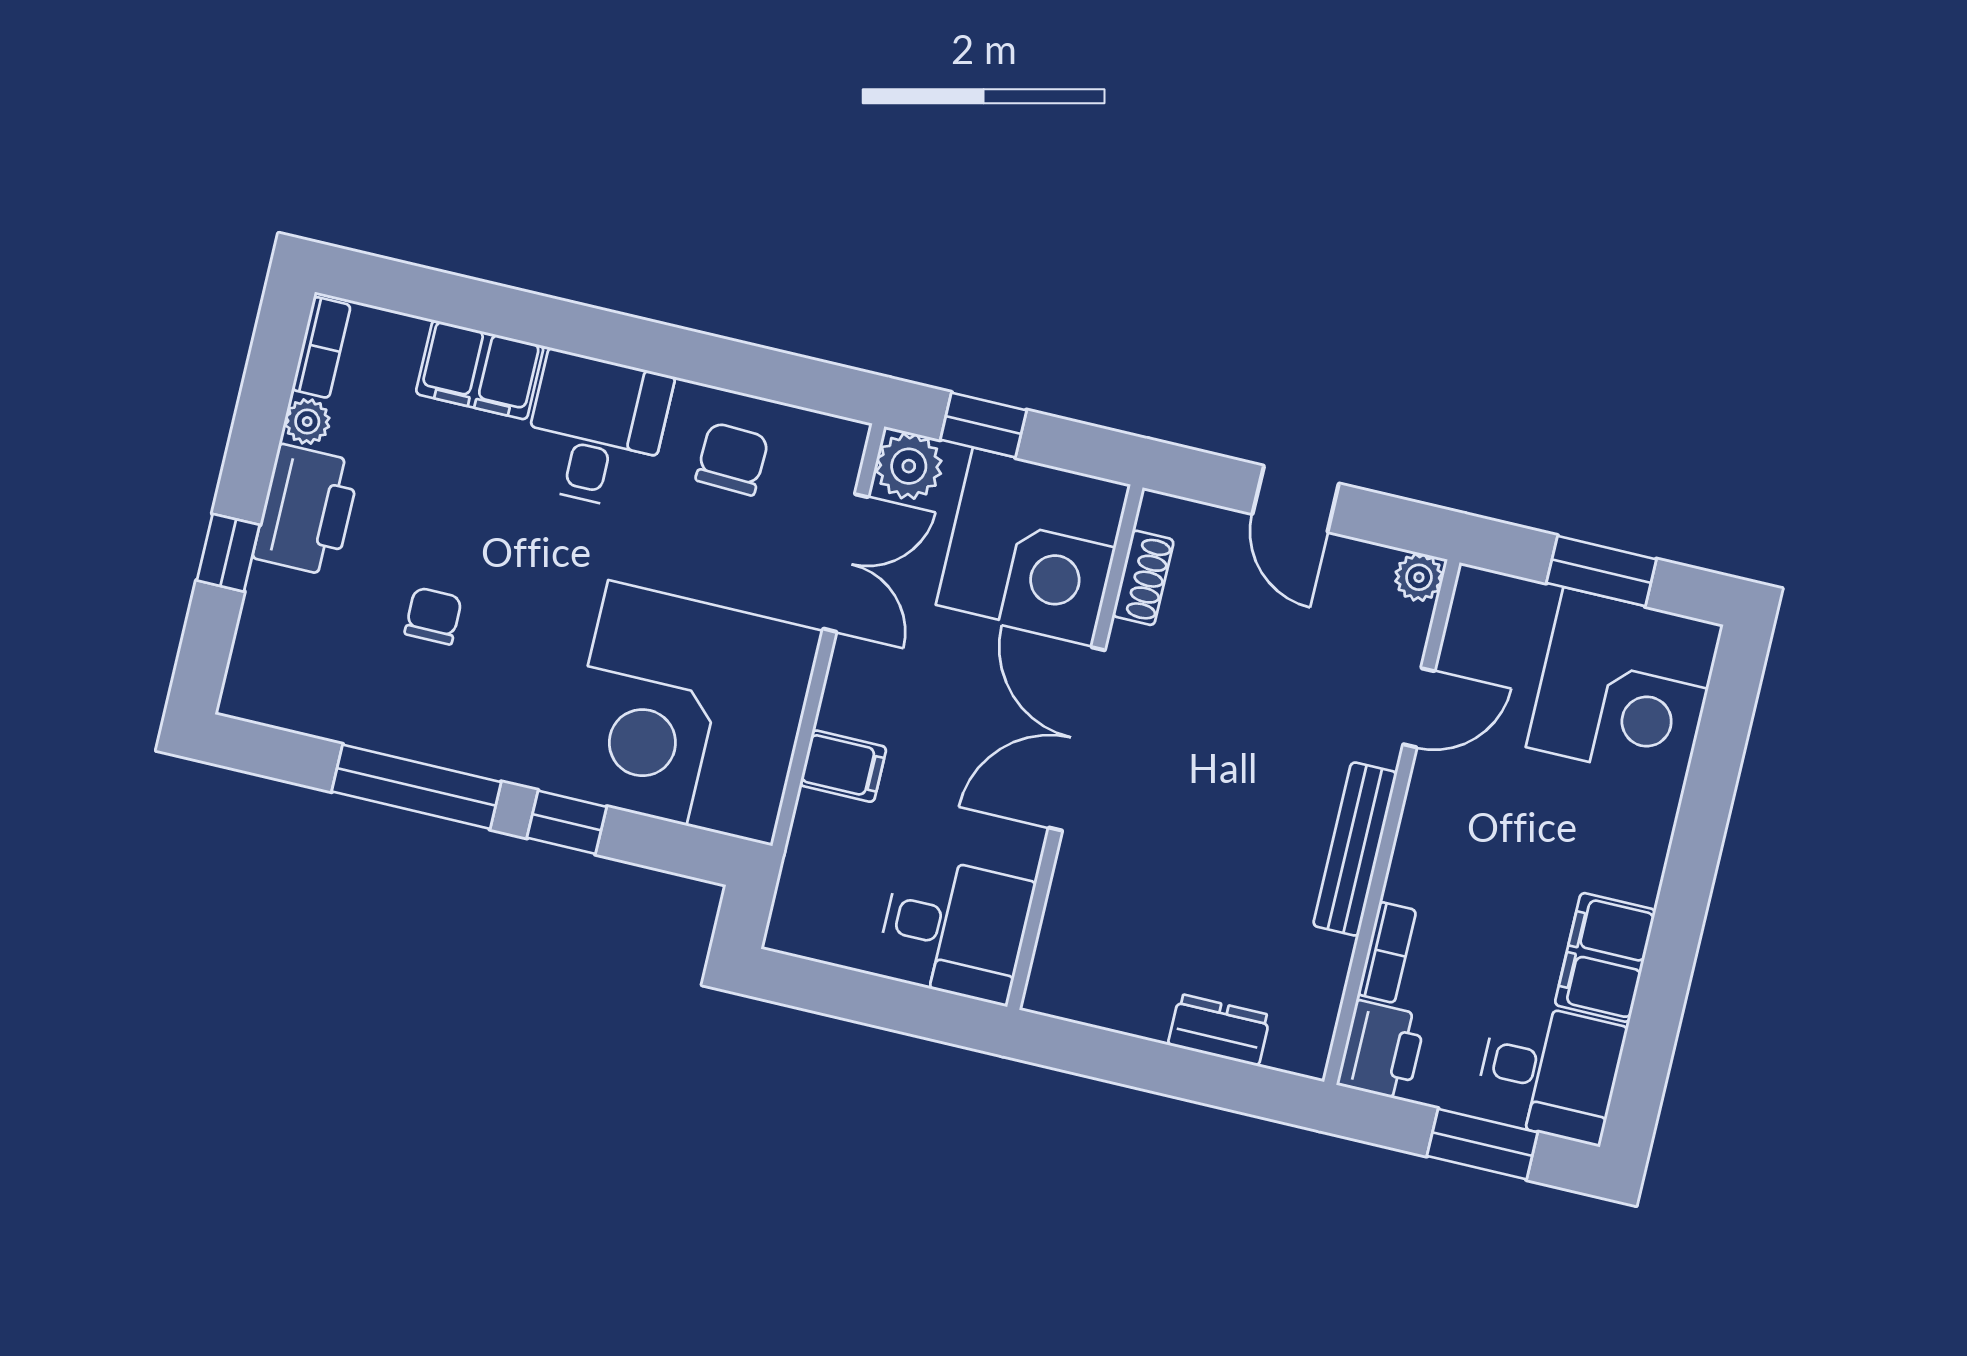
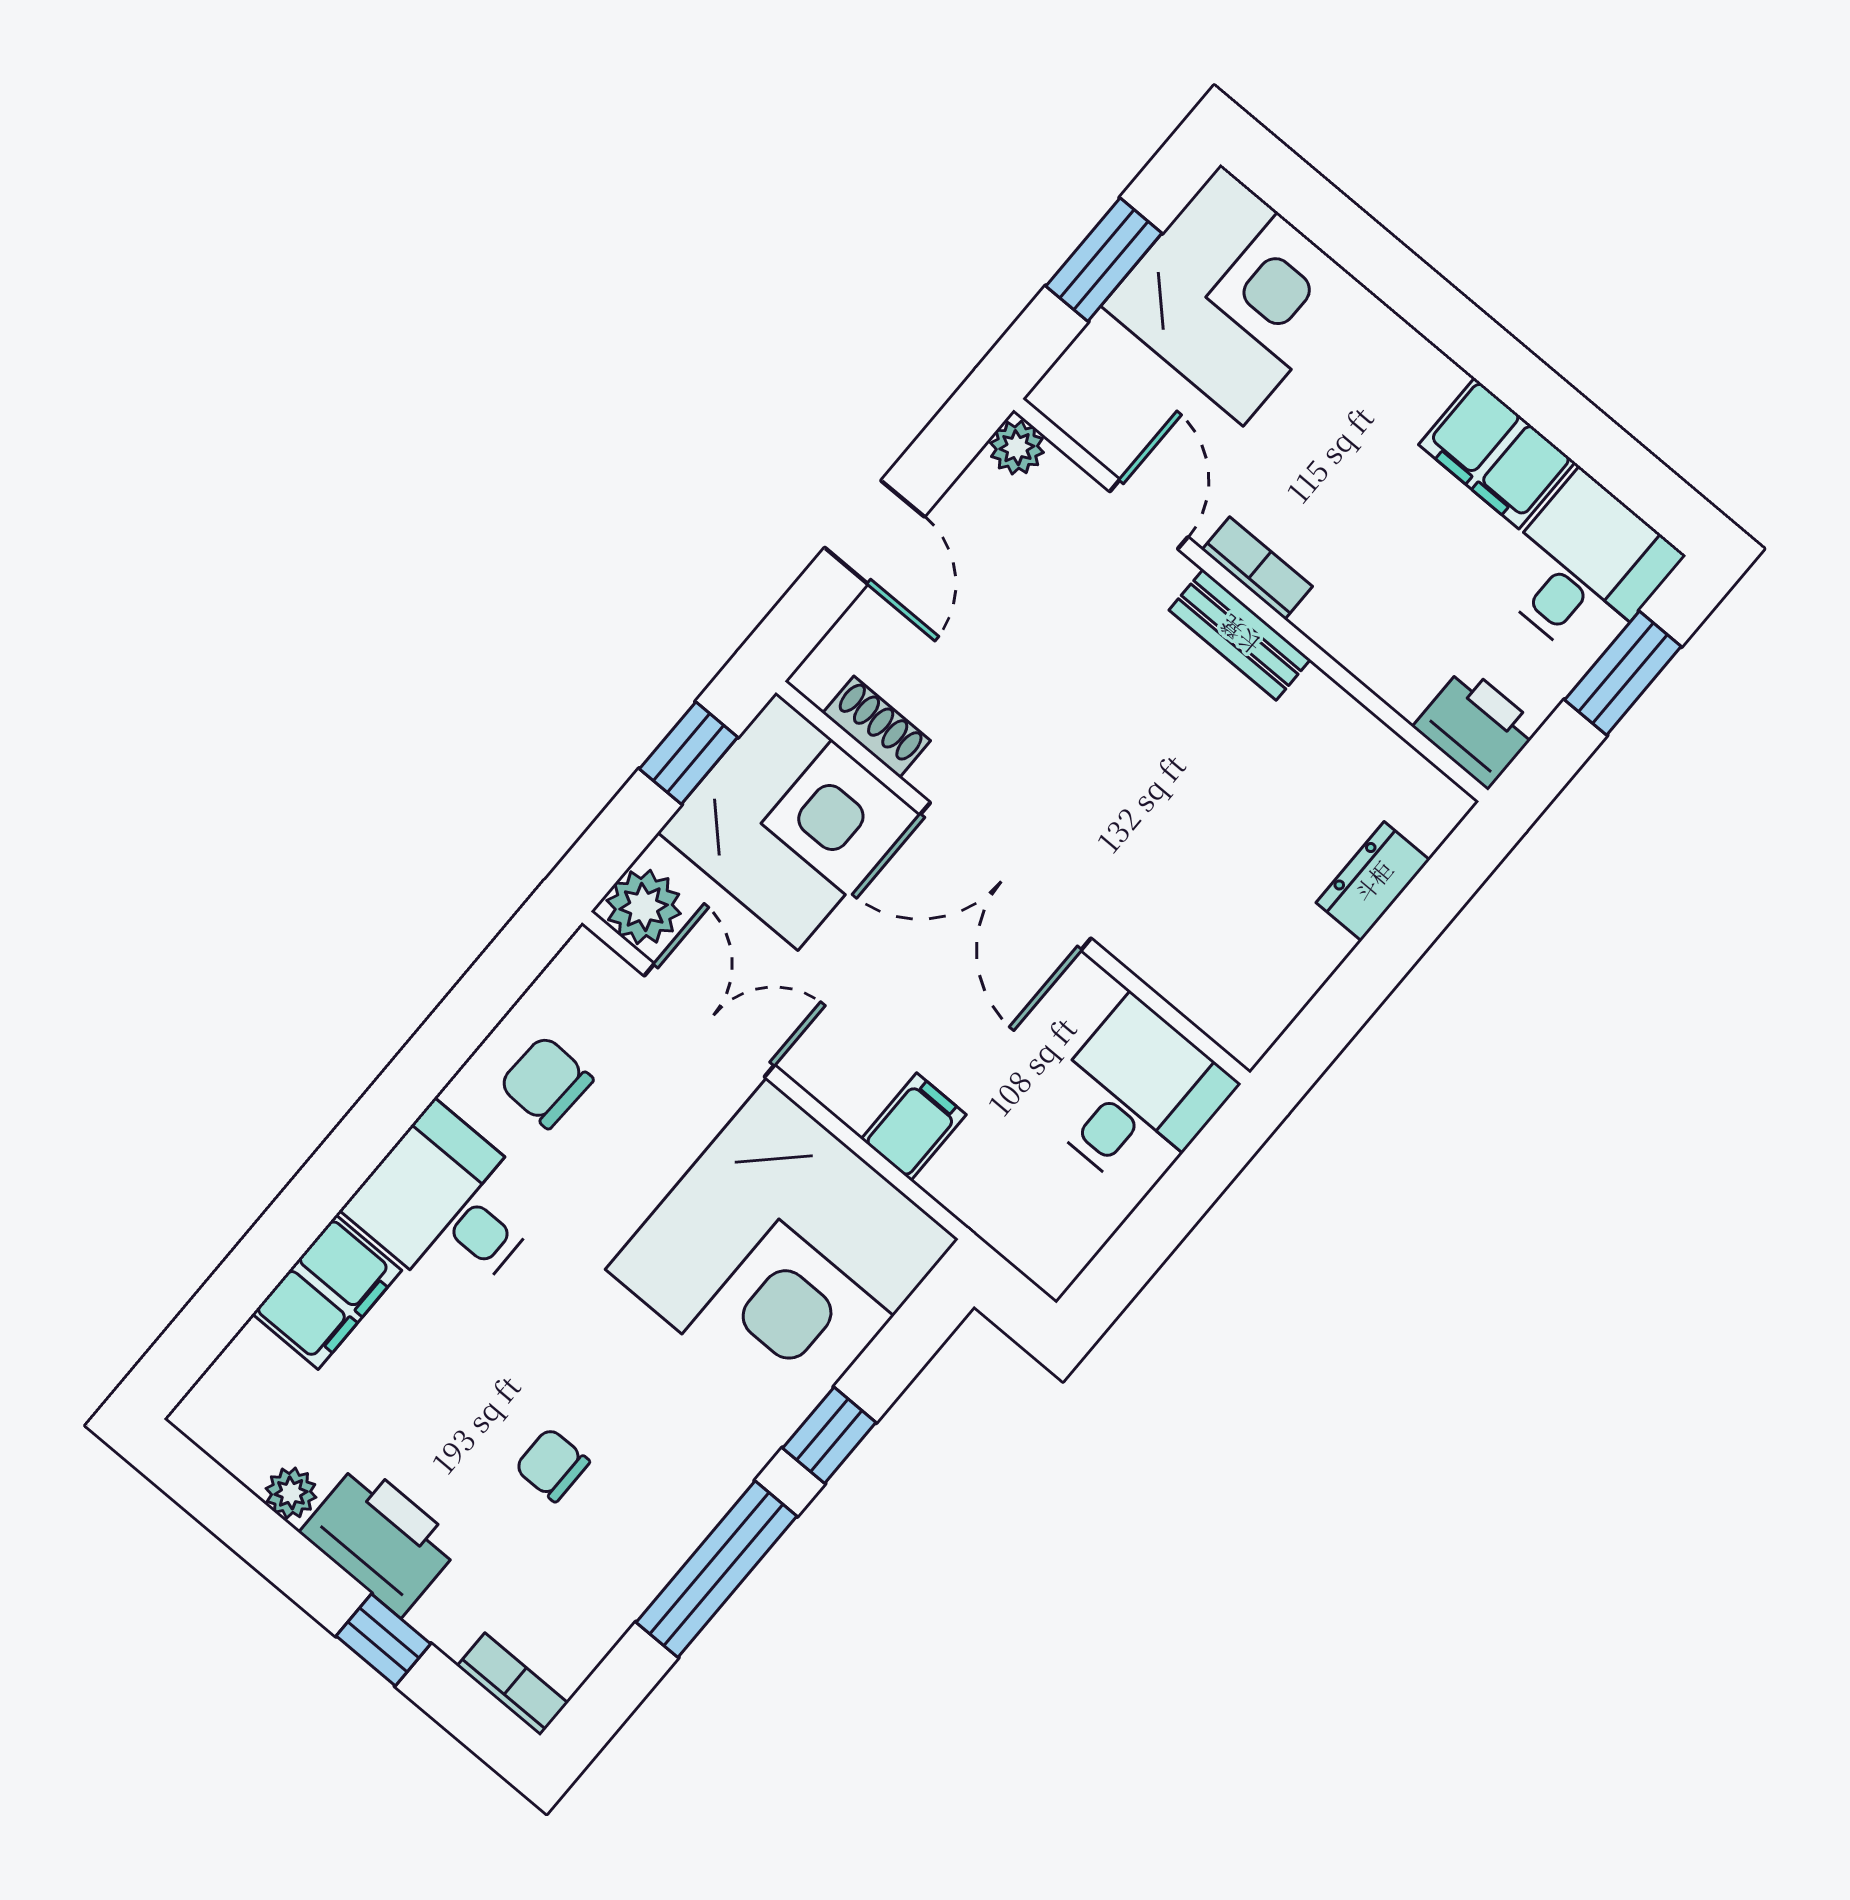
bookcase: (321, 347) -> (513, 1684), moved
window: (983, 425) -> (689, 753), moved
door: (1296, 499) -> (874, 532), hinge flipped
bench: (1355, 849) -> (1240, 635), width x0.73
bookcase: (1387, 952) -> (1257, 568), moved

